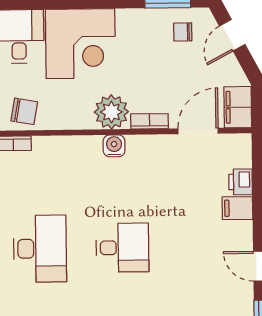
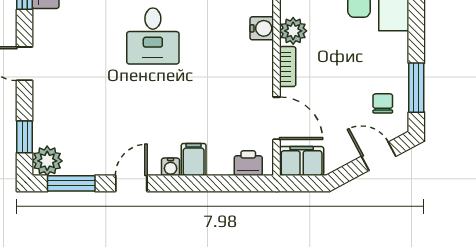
plant: (111, 112) -> (293, 31), width x0.73, depth x0.73
printer: (241, 182) -> (248, 163), moved
water cooler: (245, 230) -> (171, 167), added

